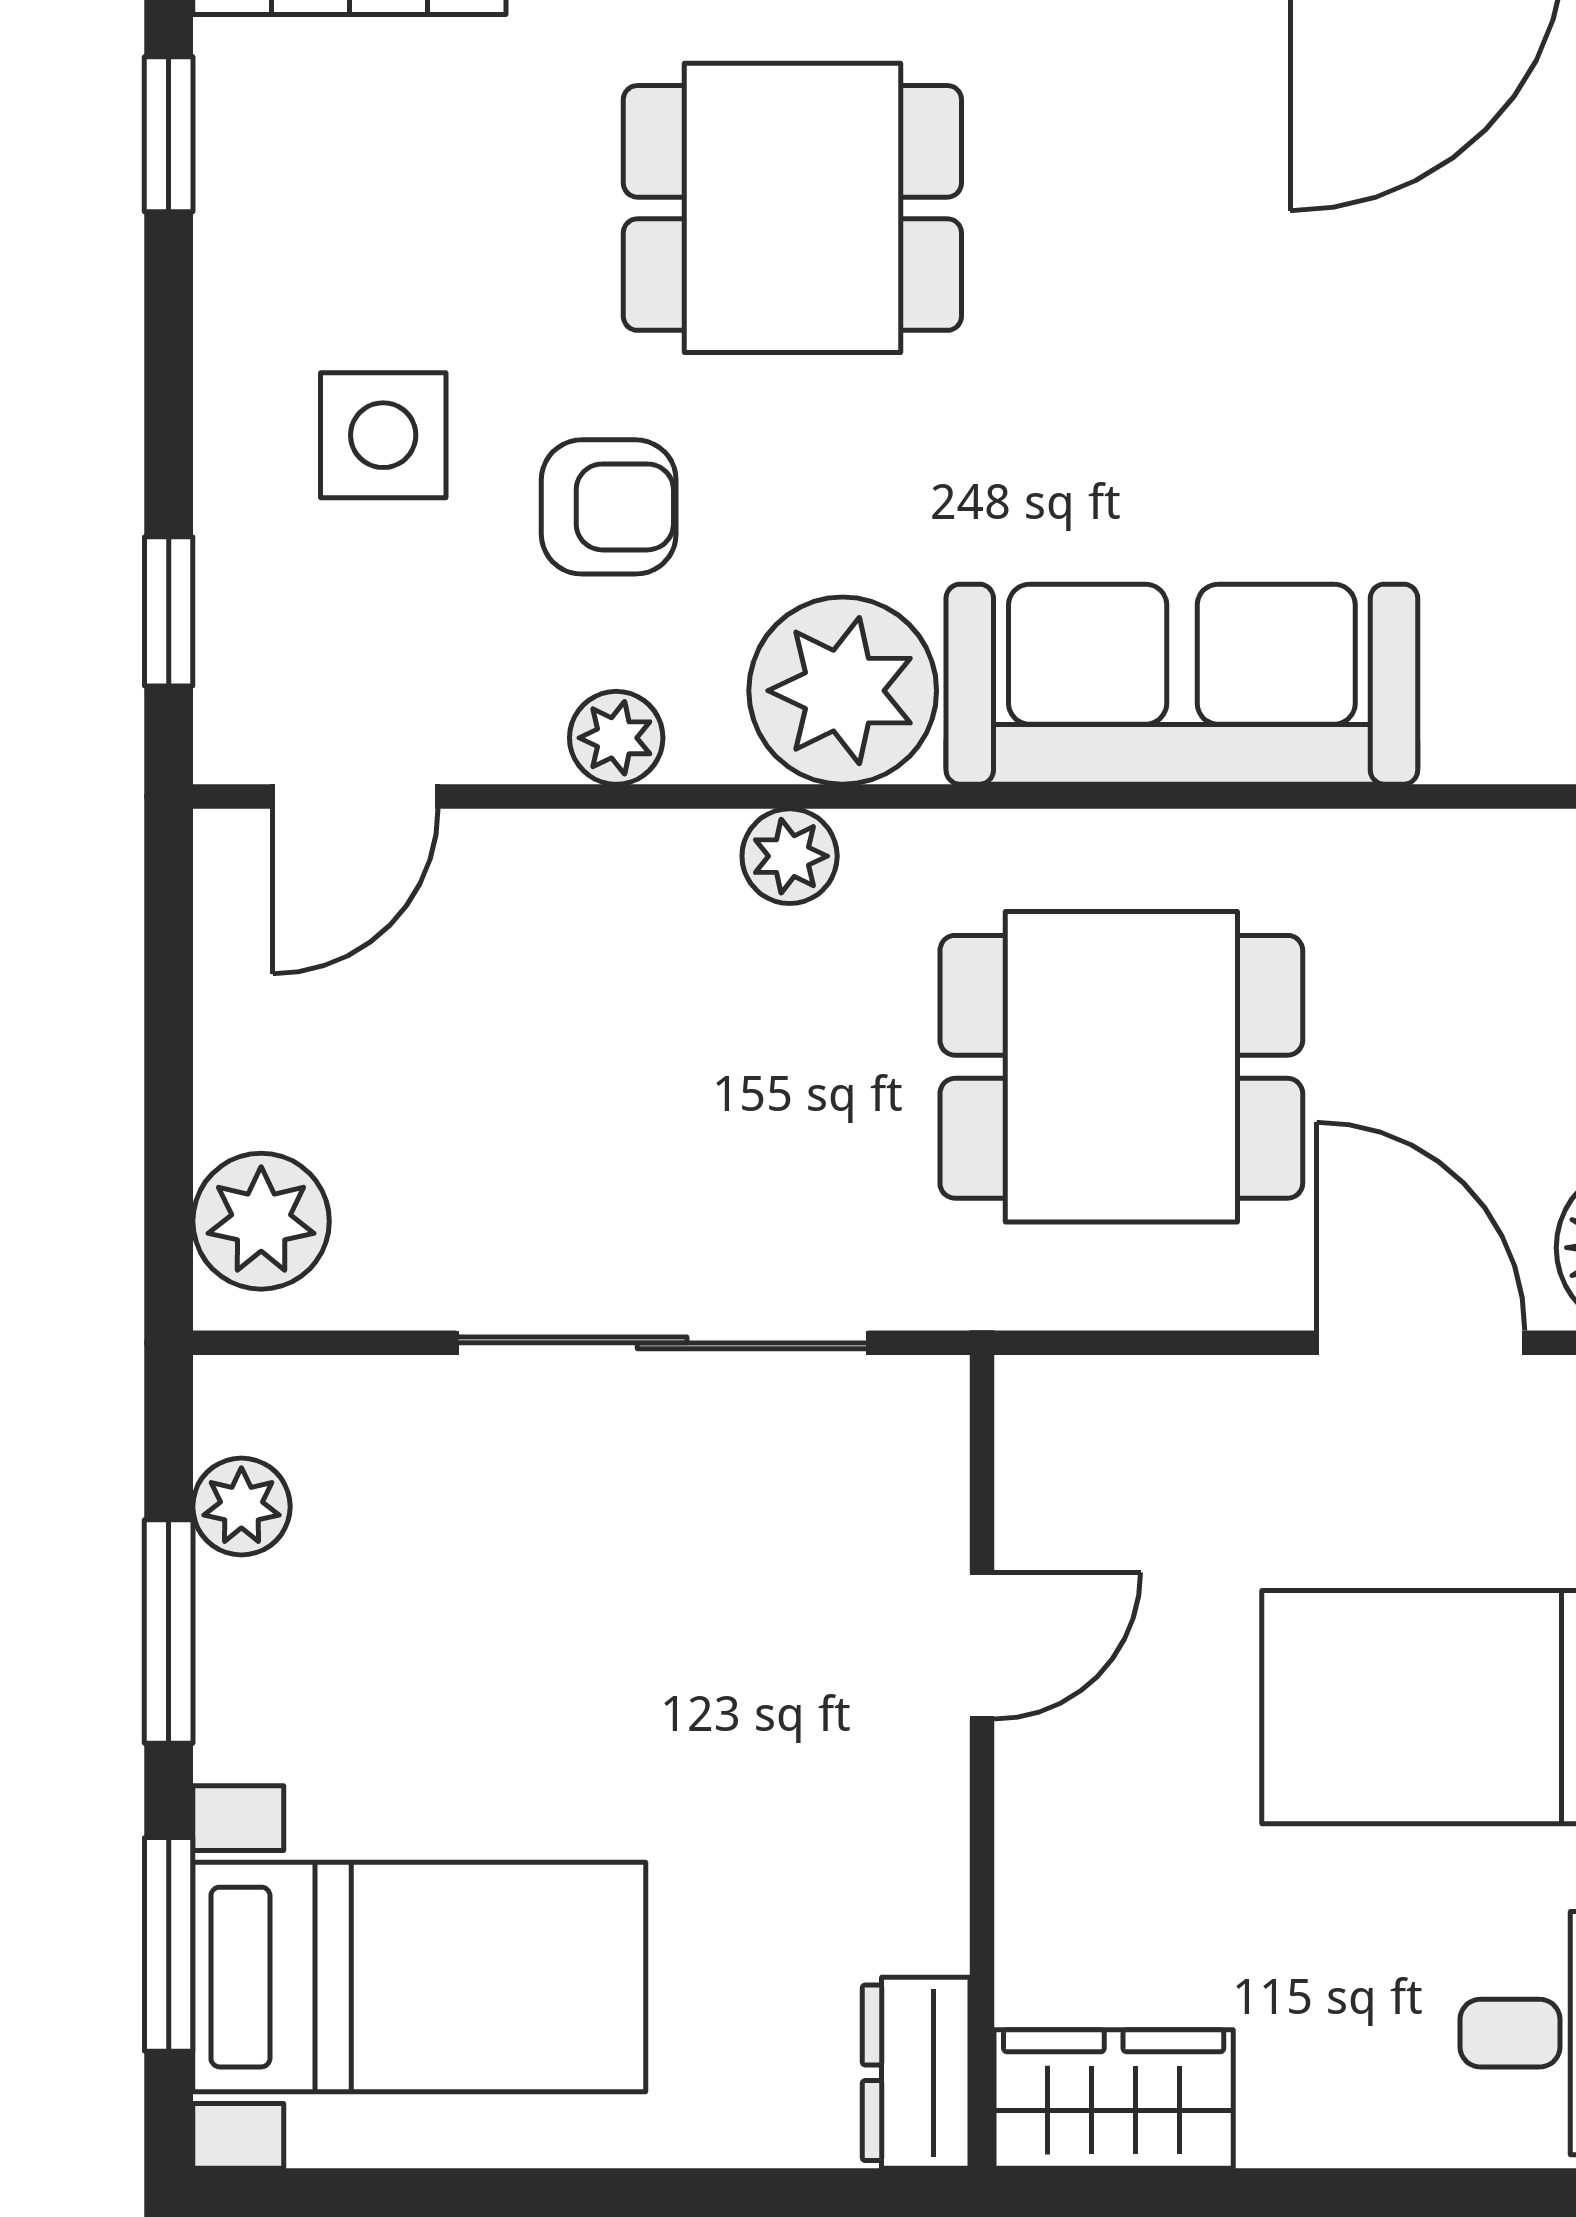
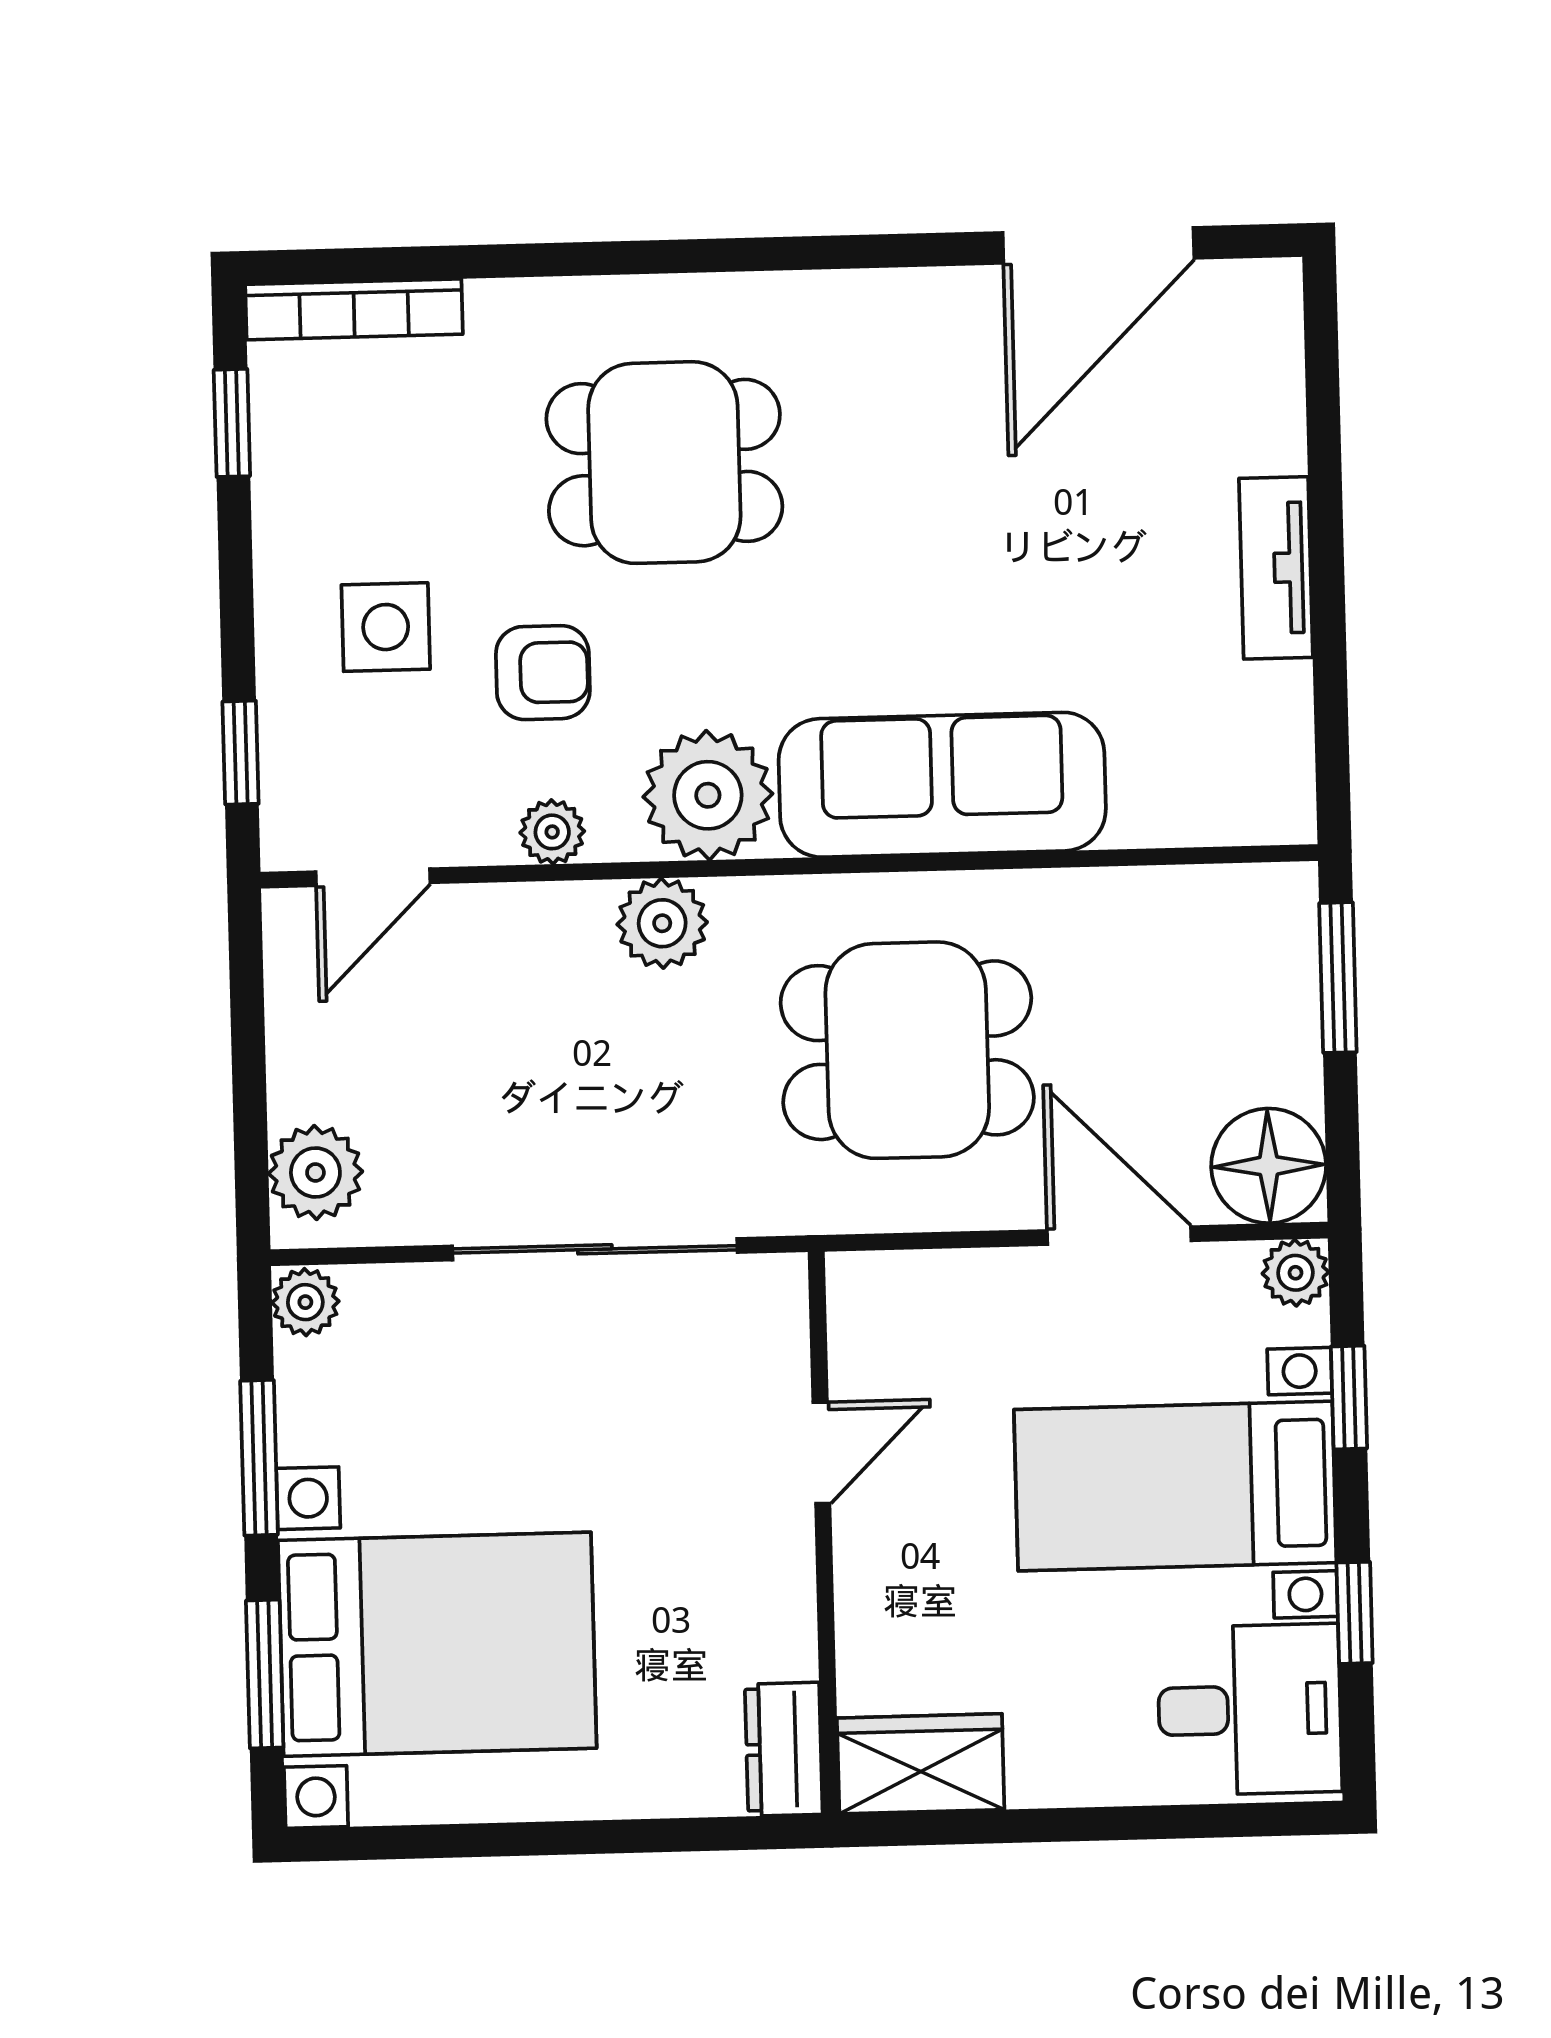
plant: (790, 856) -> (662, 923), width x1.38, depth x1.38
plant: (241, 1507) -> (305, 1302), moved
bed with nightstands: (419, 1977) -> (437, 1644), width x1.36

